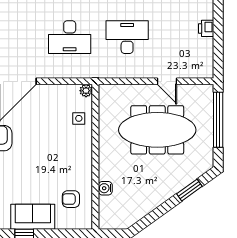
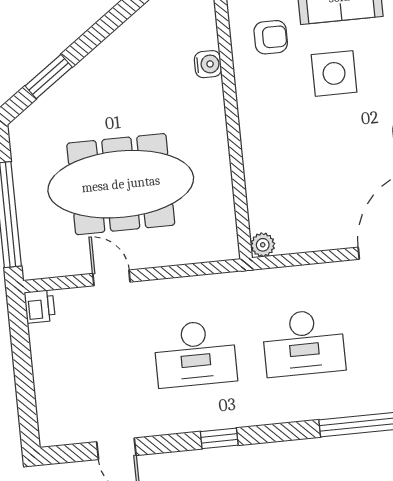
printer: (206, 28) -> (40, 306), moved
desk: (70, 37) -> (304, 343), turned 180
side table: (79, 118) -> (334, 73), moved, width x1.87, depth x1.87

